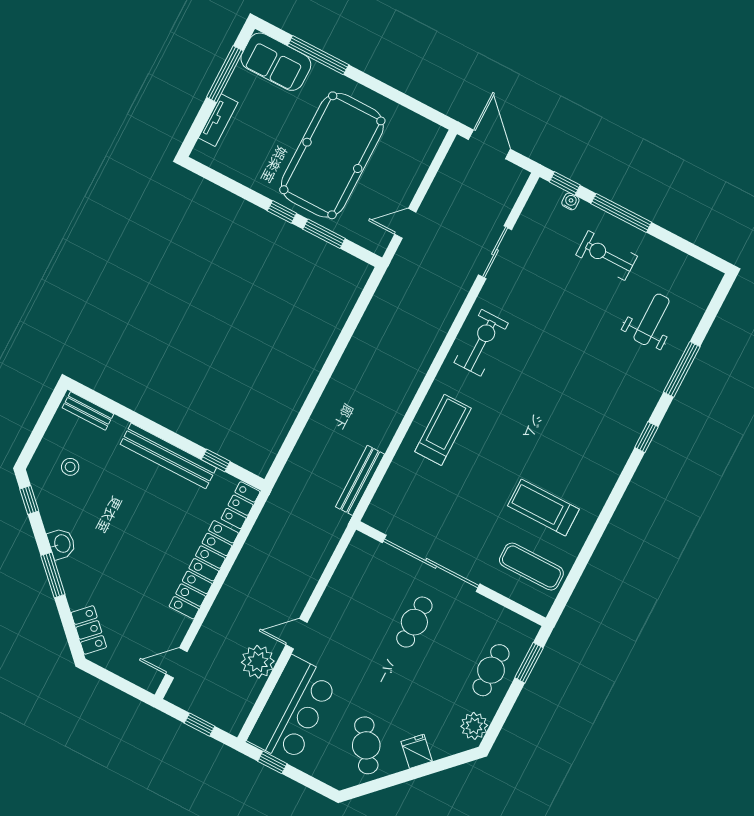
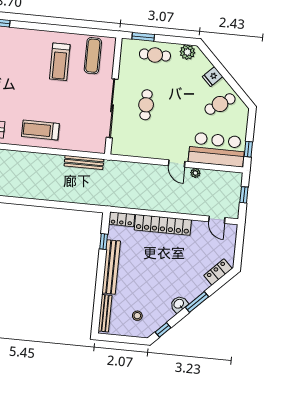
bench: (88, 411) -> (105, 313), width x1.36
cafe table: (414, 622) -> (146, 105), turned 90
plant: (258, 662) -> (195, 173), width x0.53, depth x0.53

